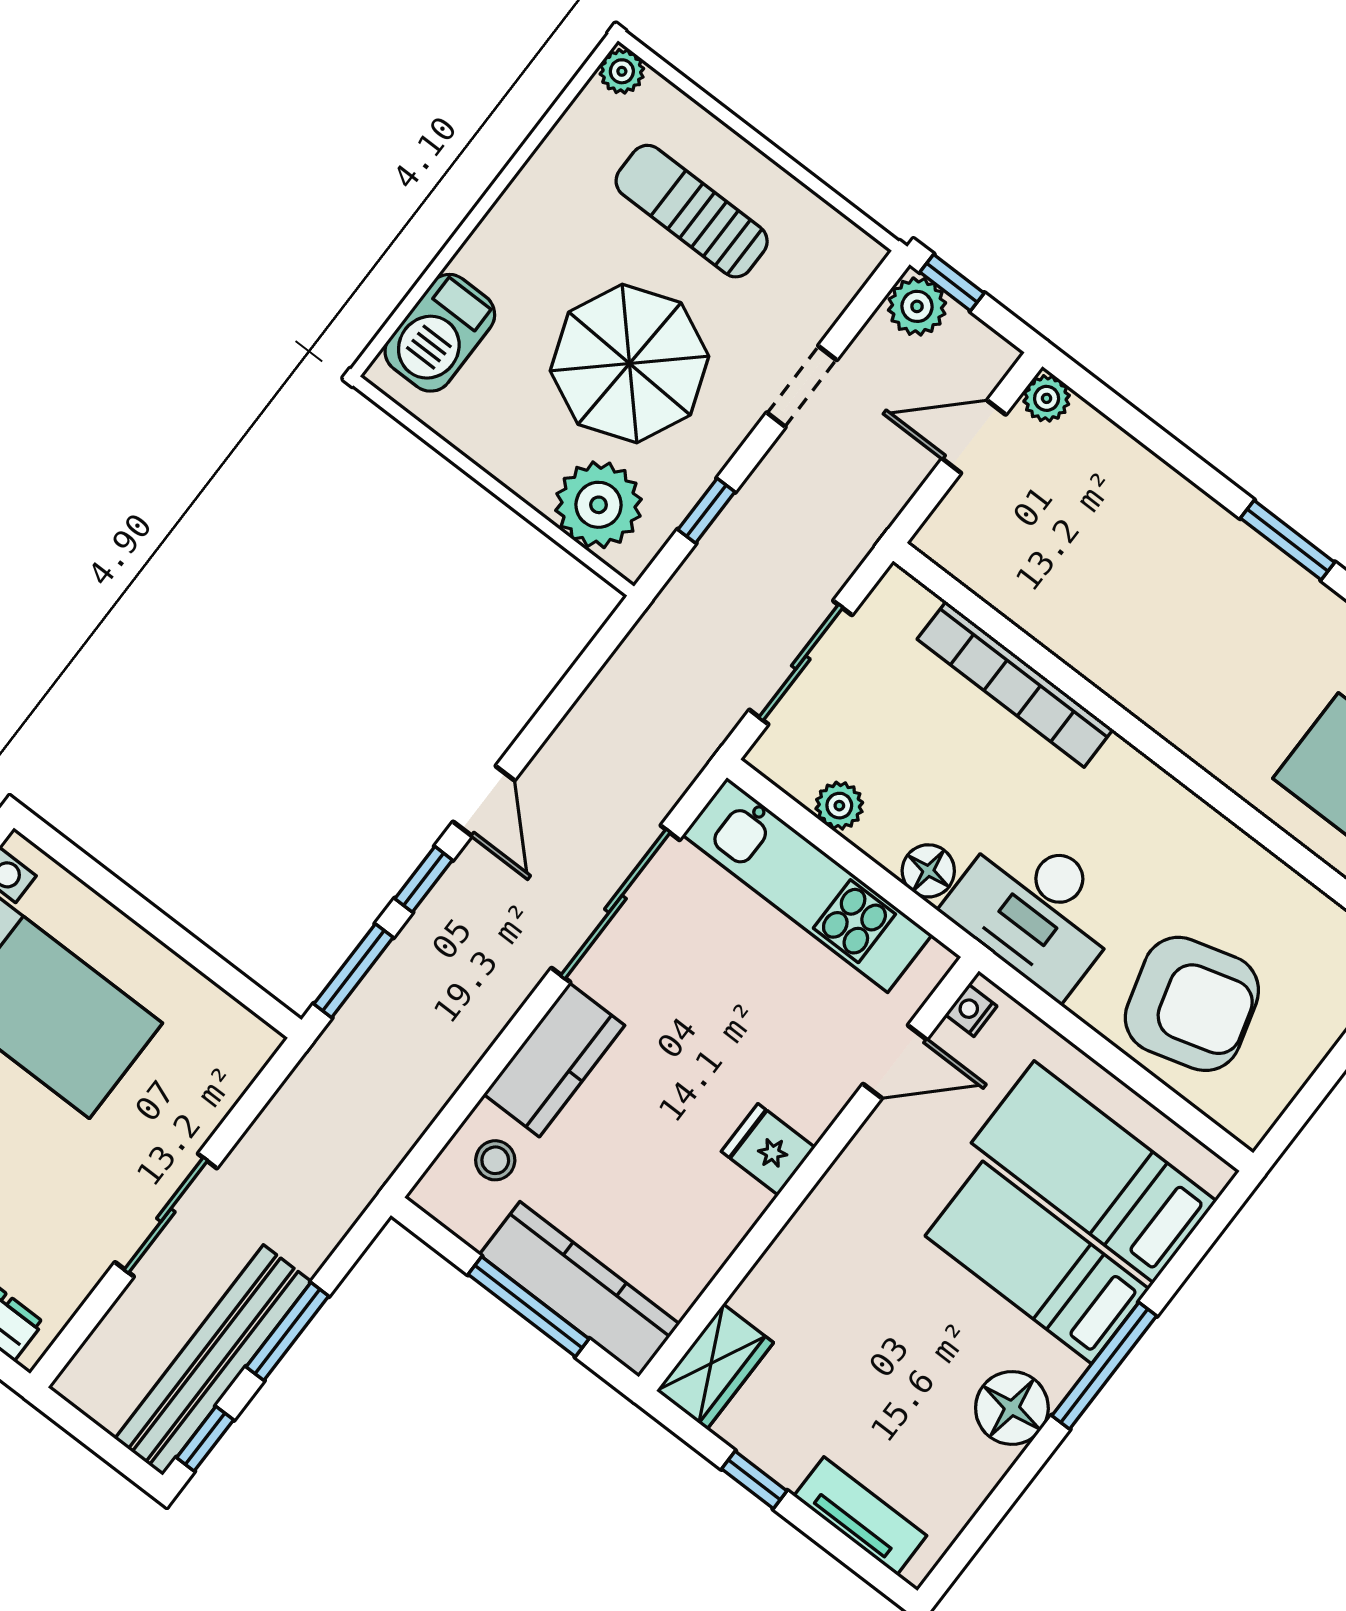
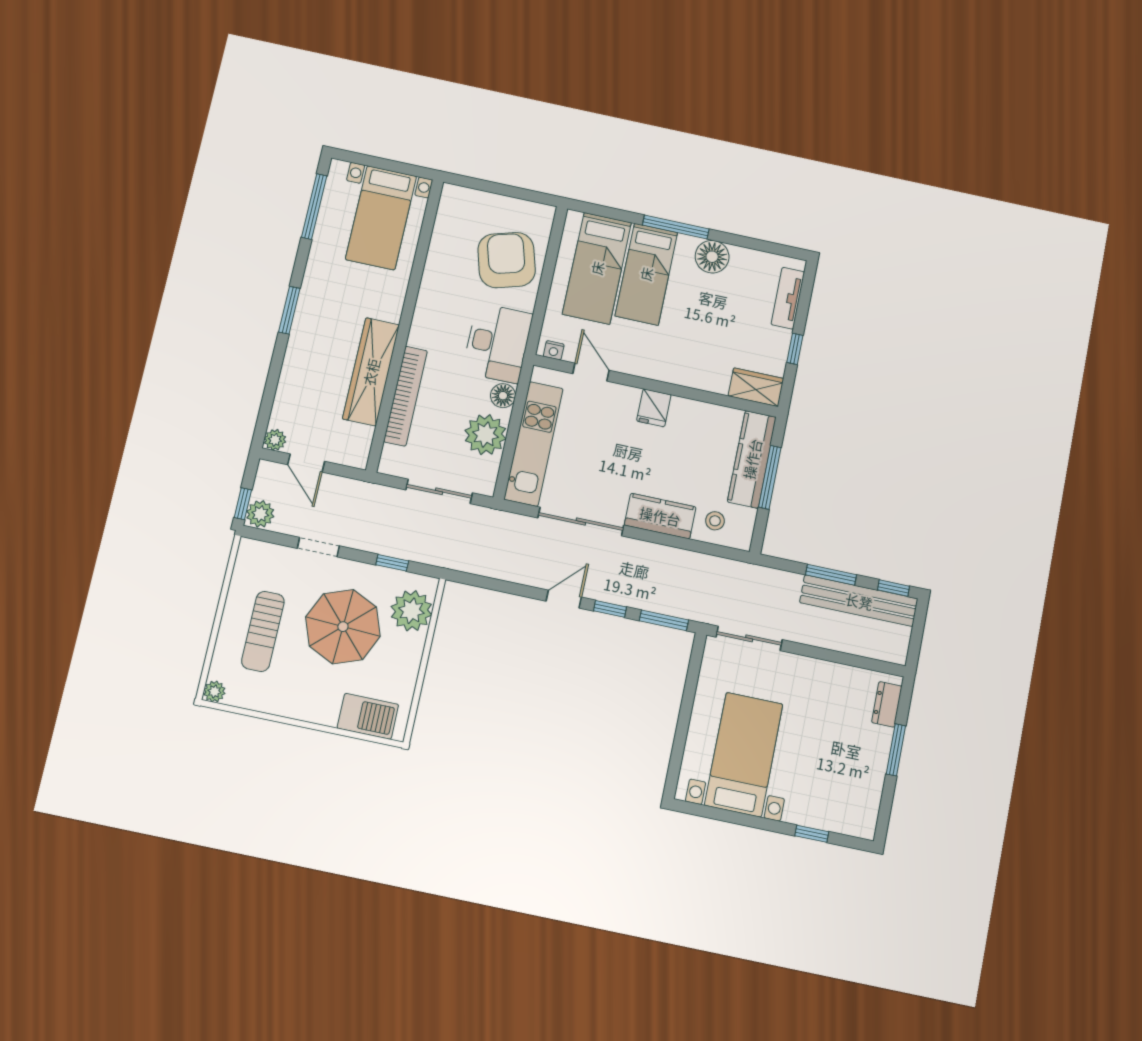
wardrobe: (1094, 641) -> (371, 372), added
plant: (839, 806) -> (485, 435), width x1.88, depth x1.88
sliding door: (166, 1215) -> (749, 638), moved

